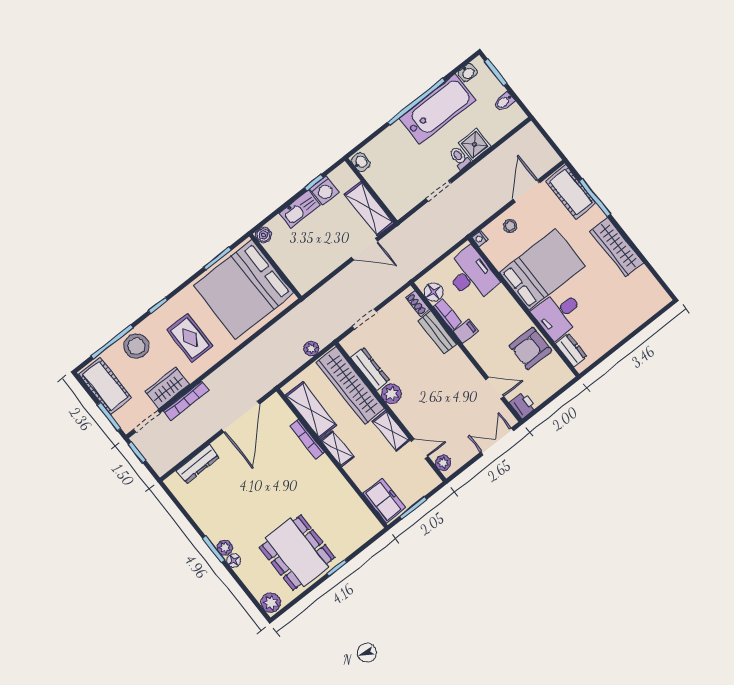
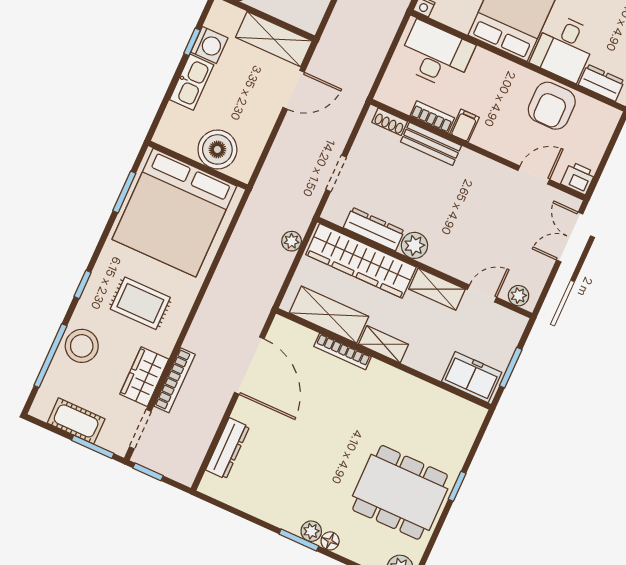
boiler: (263, 235) -> (217, 149), moved, width x1.86, depth x1.86
floor lamp: (433, 292) -> (402, 98), removed
cot: (105, 386) -> (76, 421), width x0.73, depth x0.75

